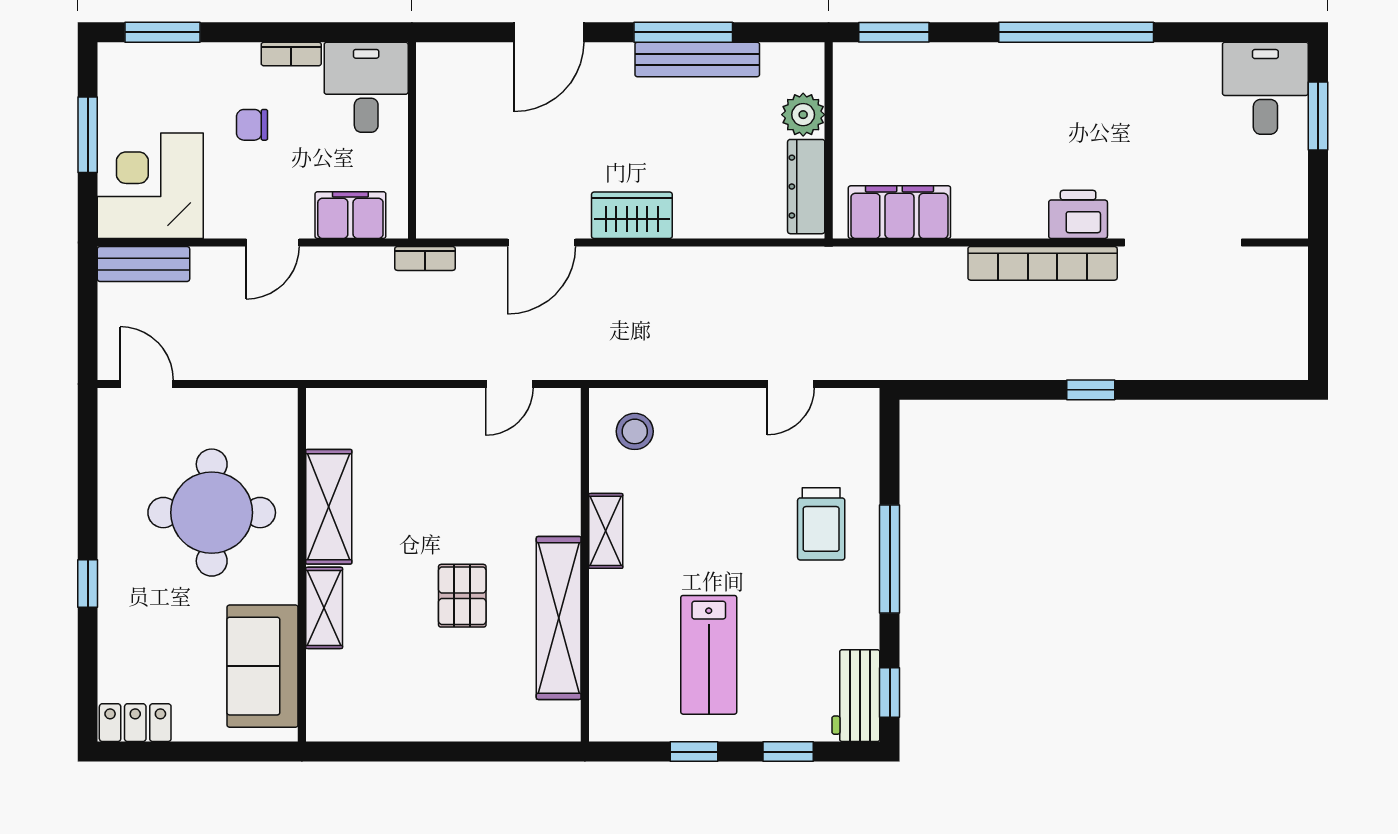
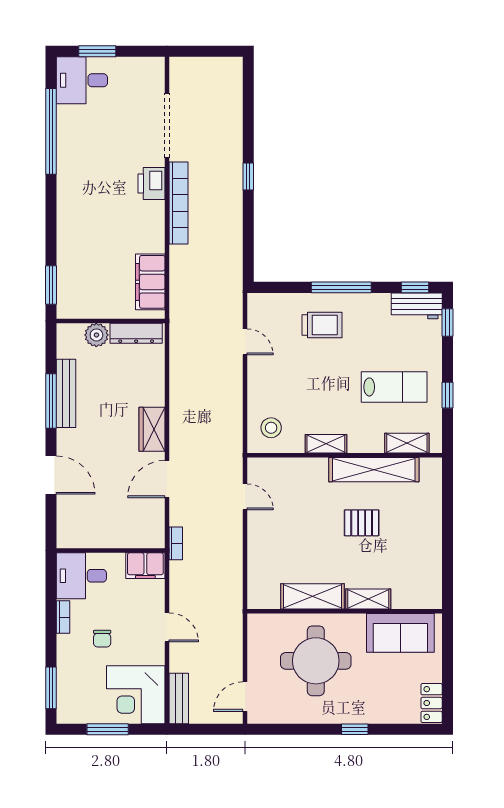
window: (1076, 32) -> (51, 131), moved
filing cabinet: (350, 215) -> (145, 566), moved, turned -90
door: (542, 243) -> (167, 479), swing flipped
shelving: (607, 678) -> (407, 443), added
window: (788, 752) -> (447, 323), moved

